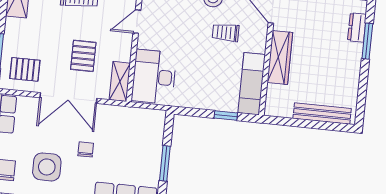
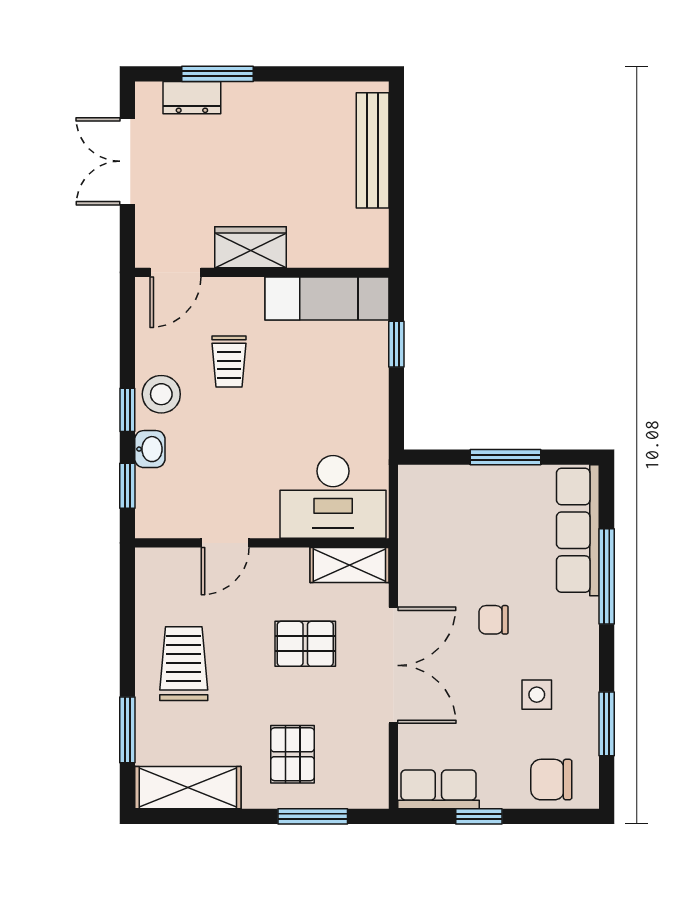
door: (137, 22) -> (225, 543), hinge flipped
wardrobe: (280, 57) -> (250, 247), width x0.67
pallet: (25, 69) -> (292, 754), moved
side table: (47, 167) -> (537, 695), width x0.54, depth x0.54

